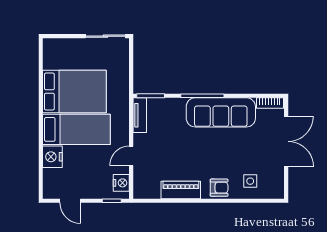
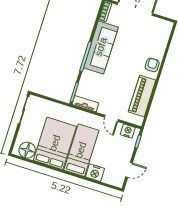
floor lamp: (54, 57) -> (27, 150), added
side table: (250, 181) -> (154, 42), removed
piano: (181, 190) -> (142, 96), width x1.37, depth x1.33

